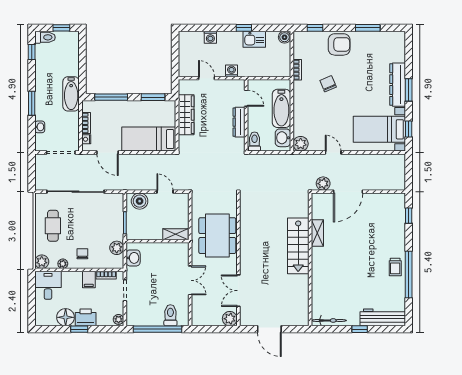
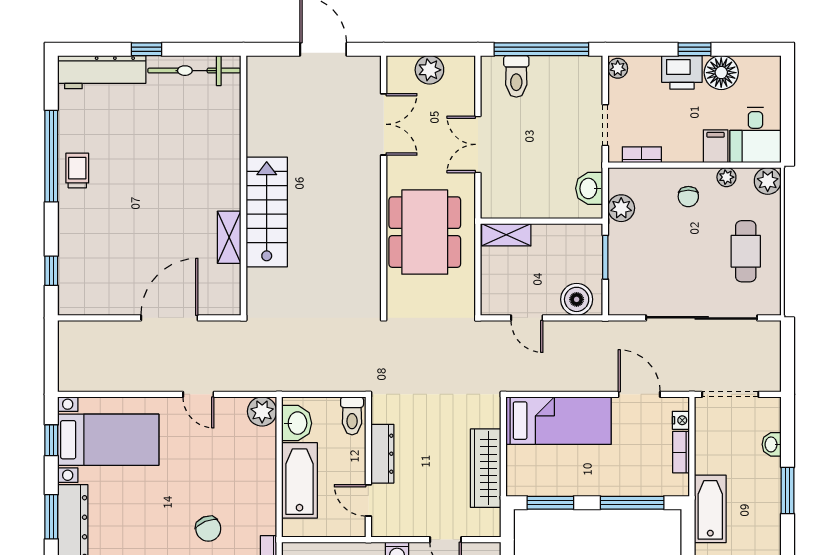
plant: (323, 184) -> (218, 334), removed
filing cabinet: (89, 280) -> (716, 146), moved
plant: (230, 319) -> (429, 70), moved
bicycle: (329, 320) -> (194, 71), width x1.37, depth x1.40

